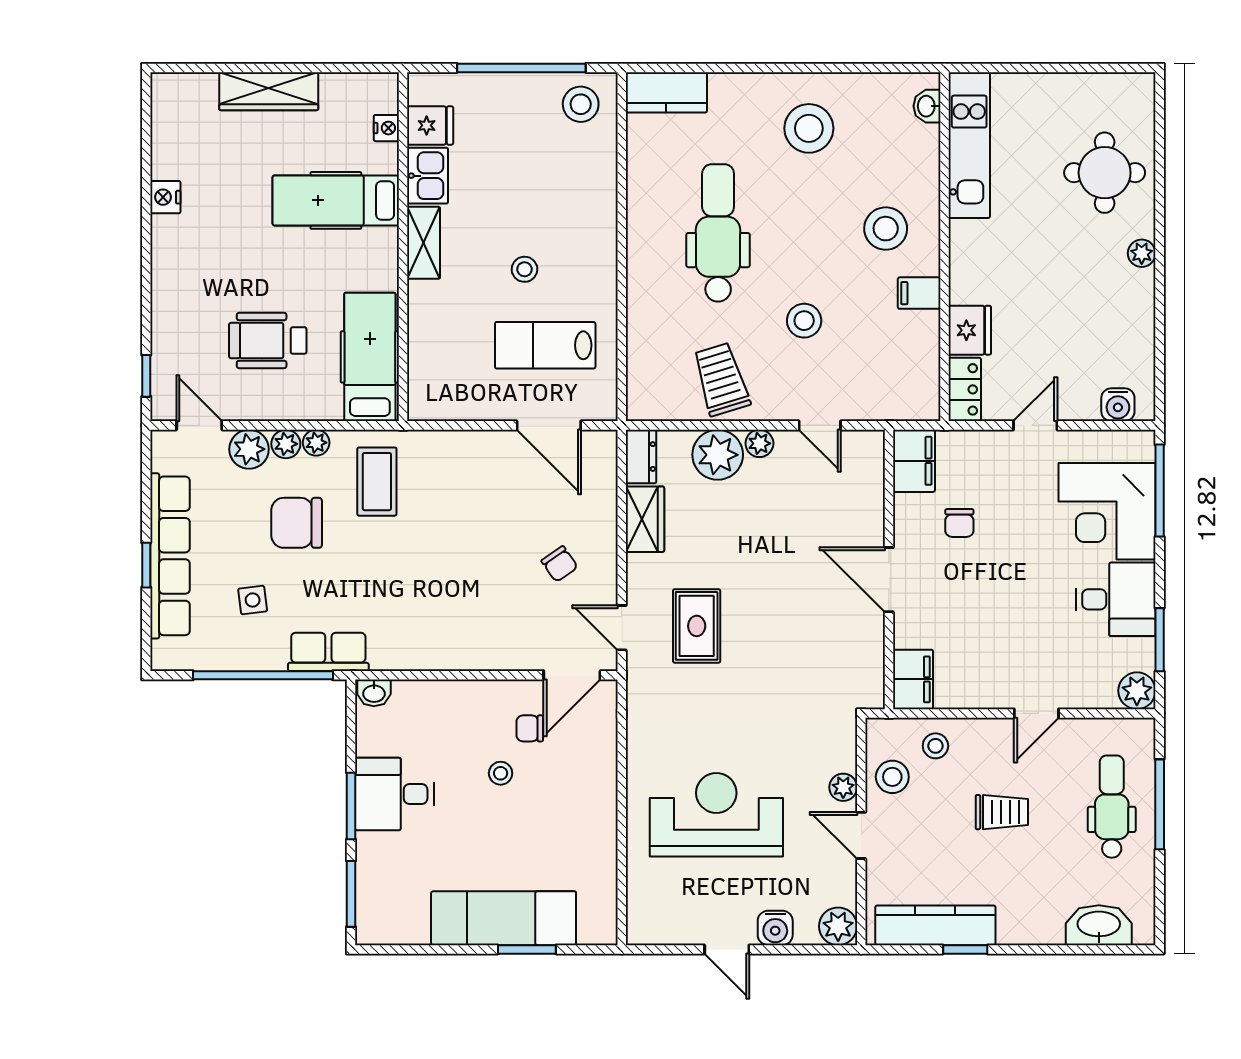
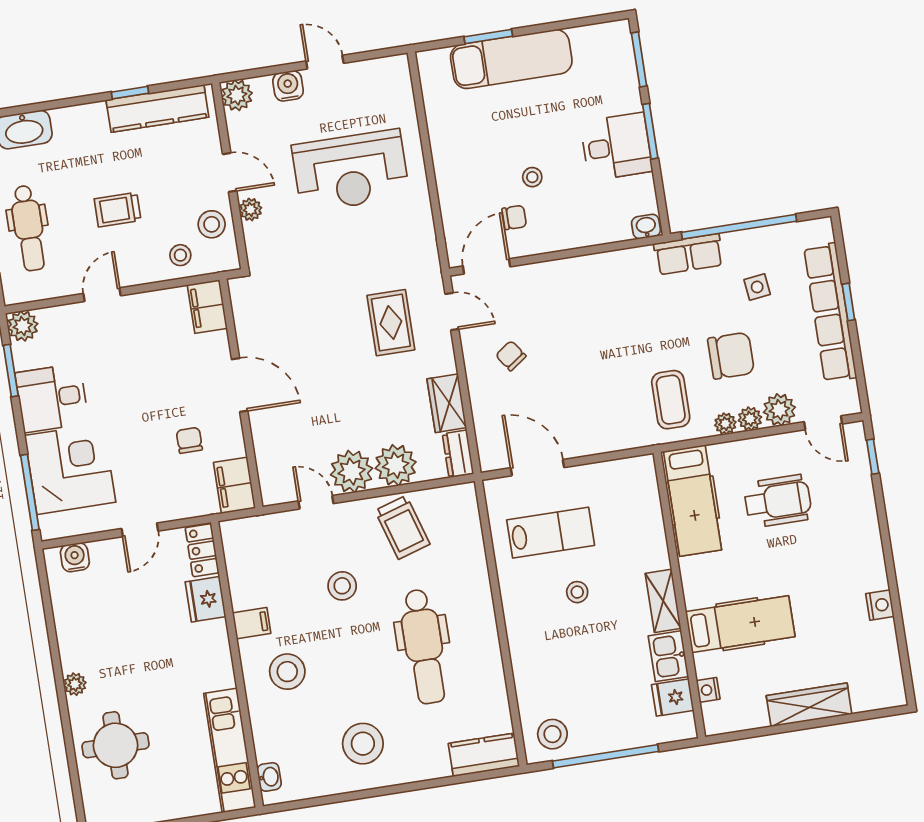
plant: (759, 443) -> (352, 471), width x1.88, depth x1.88

